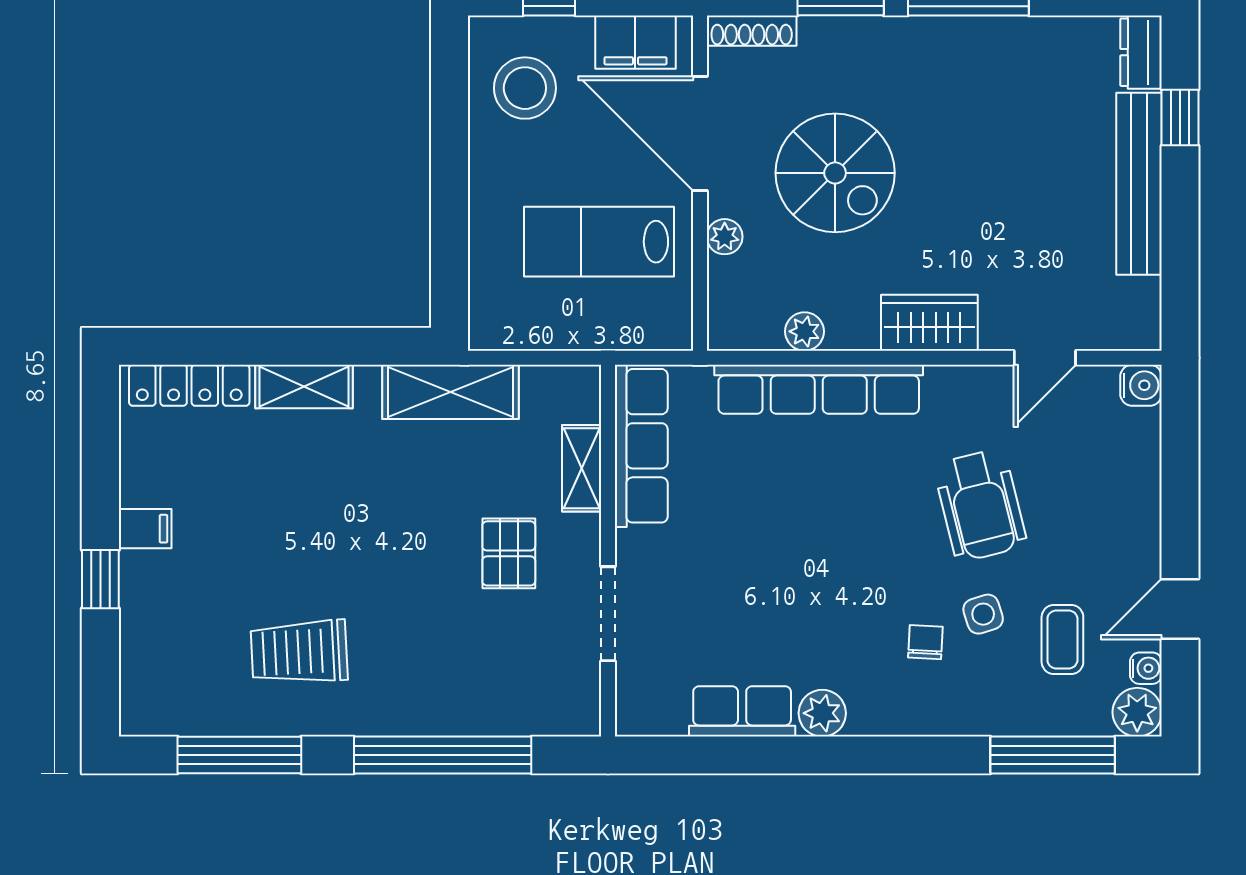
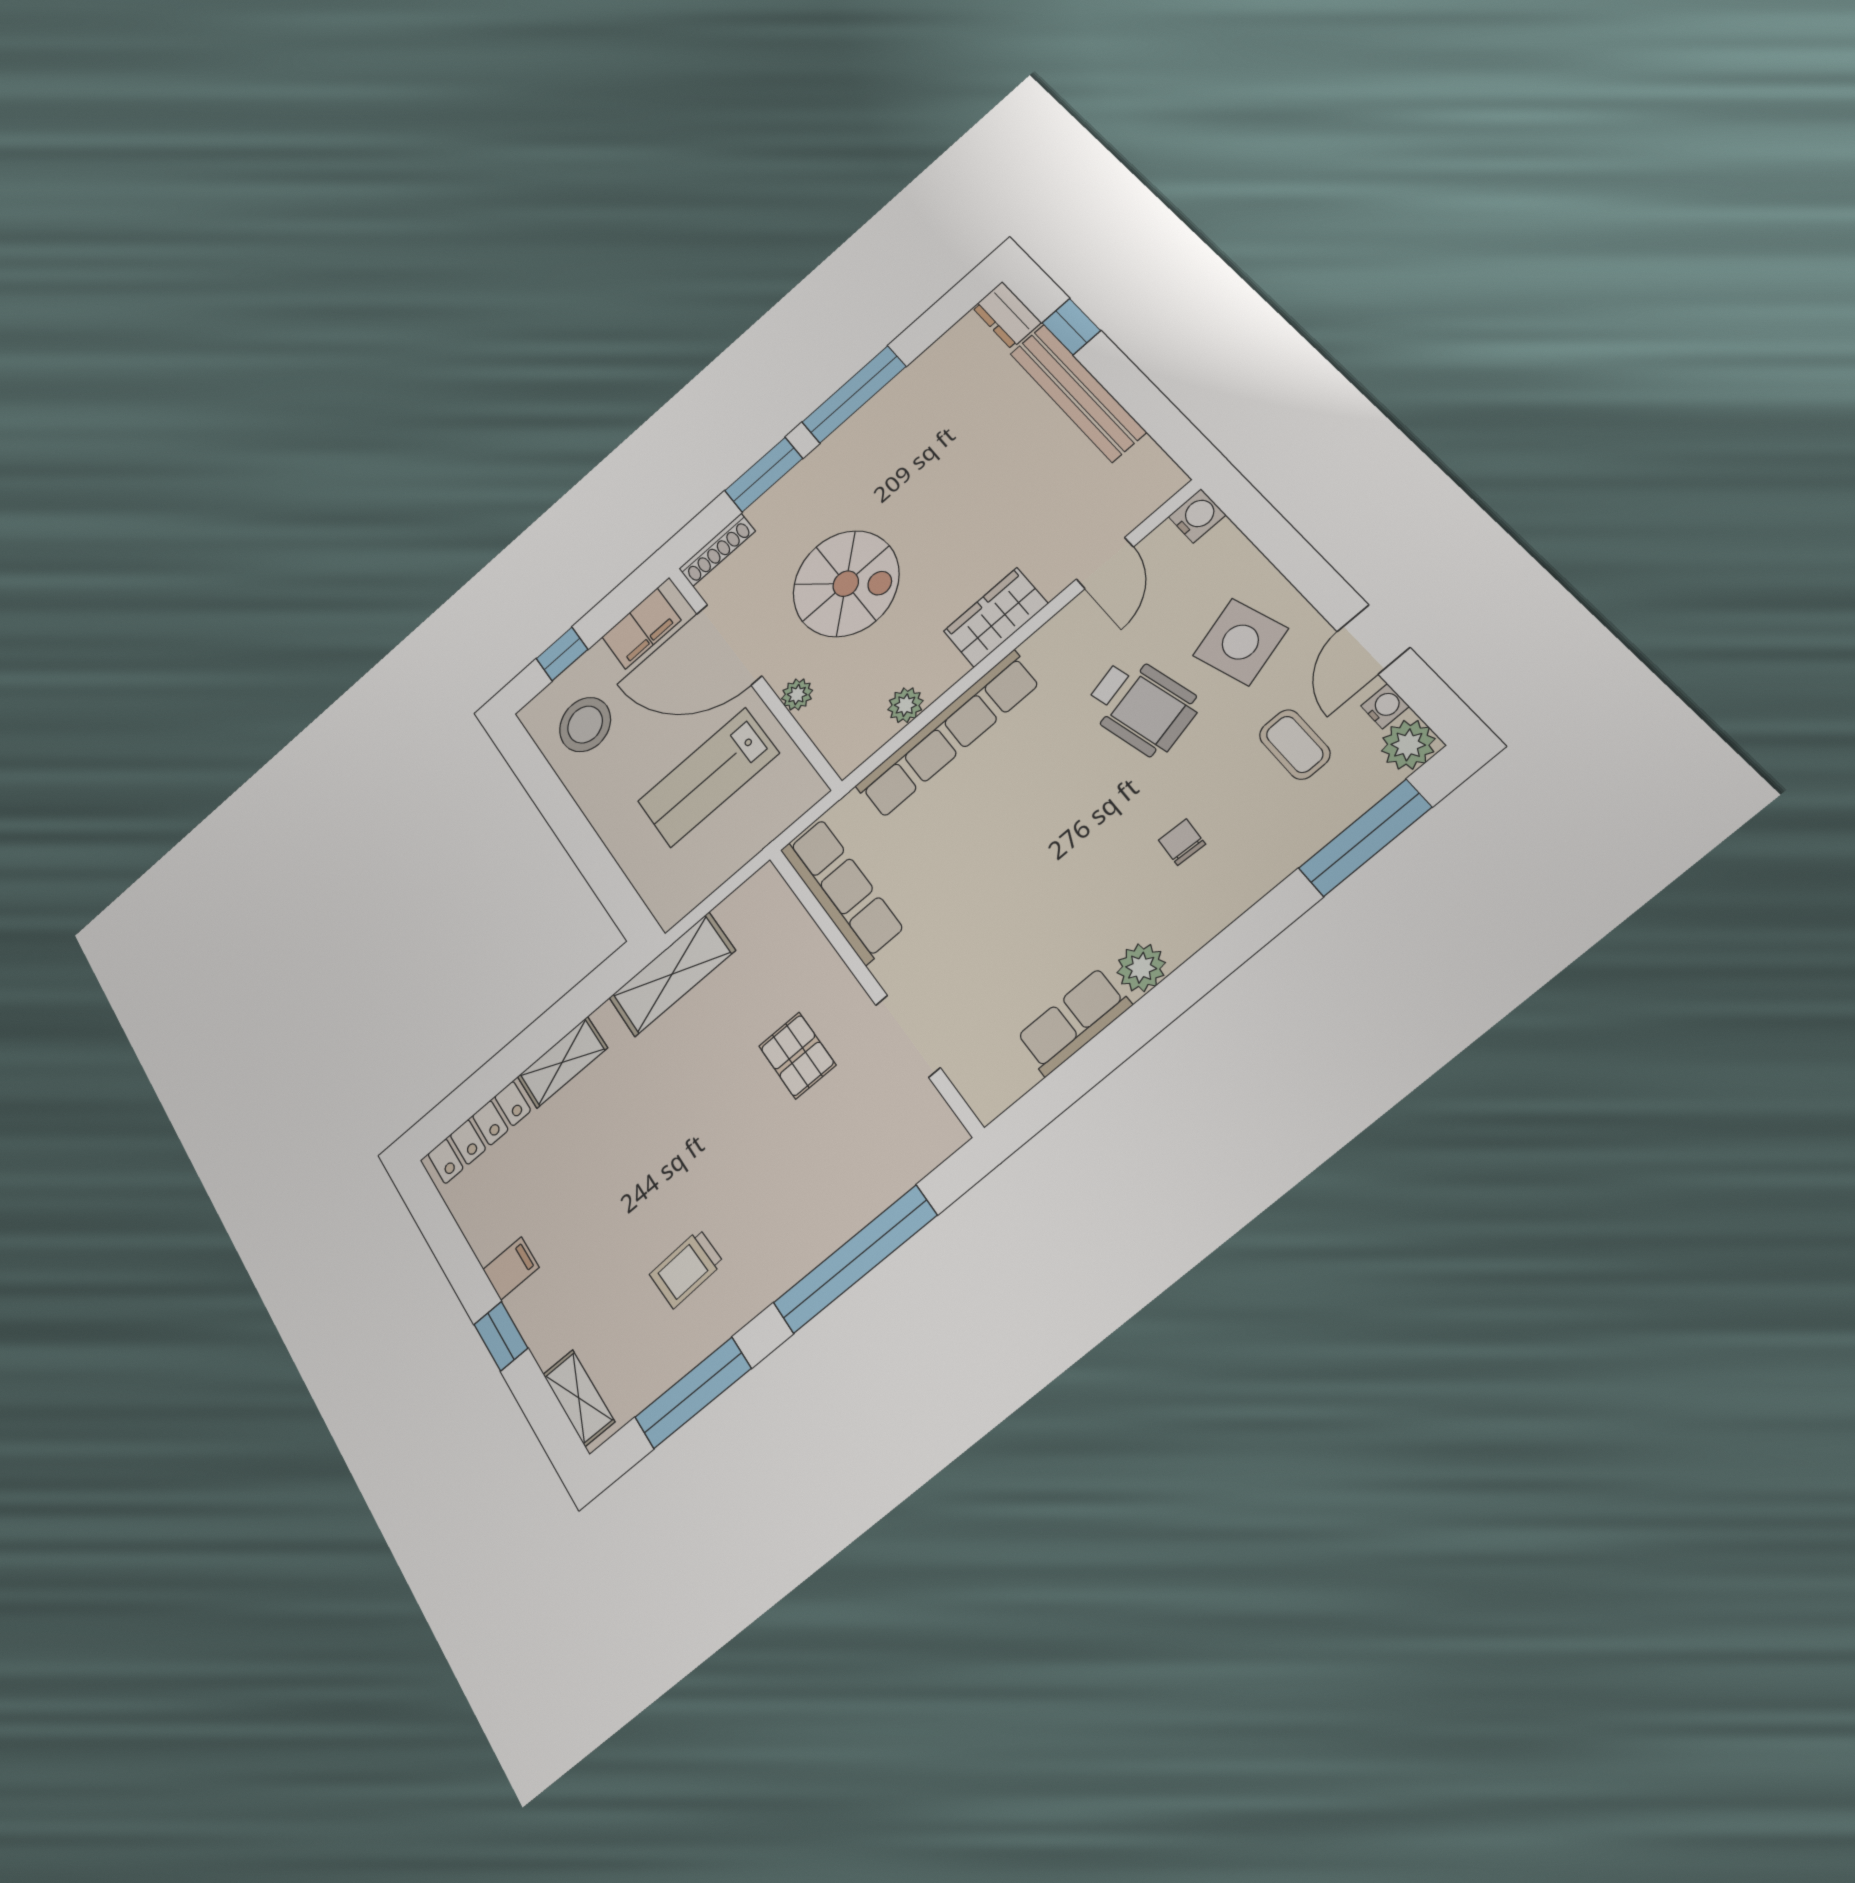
shelving: (582, 468) -> (579, 1398), moved
side table: (983, 614) -> (1240, 642), moved, width x1.87, depth x1.87
trolley: (299, 652) -> (686, 1269), width x0.73, depth x0.72

